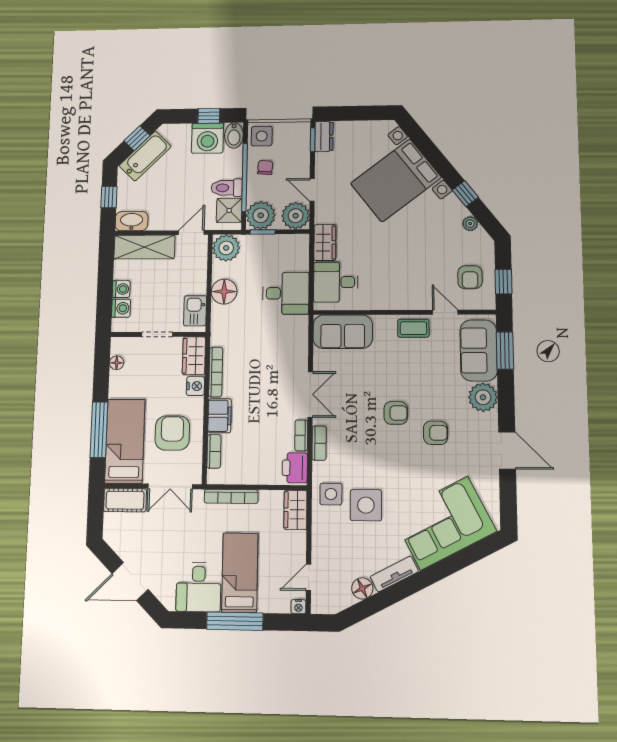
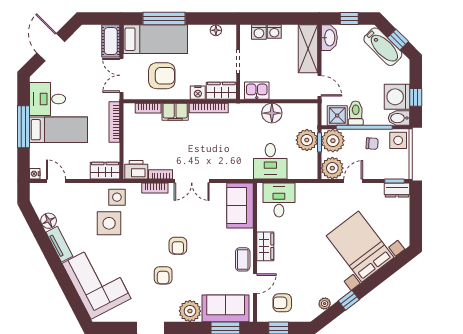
wardrobe: (325, 242) -> (265, 246), moved, turned -90
plant: (226, 248) -> (307, 140), moved

